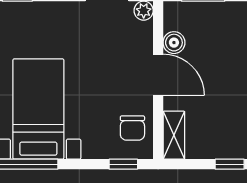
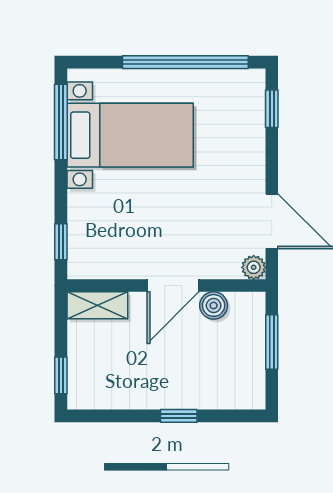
chair: (132, 128) -> (106, 253), removed

